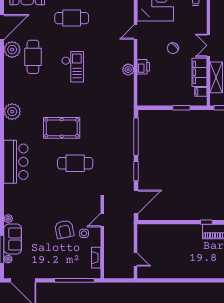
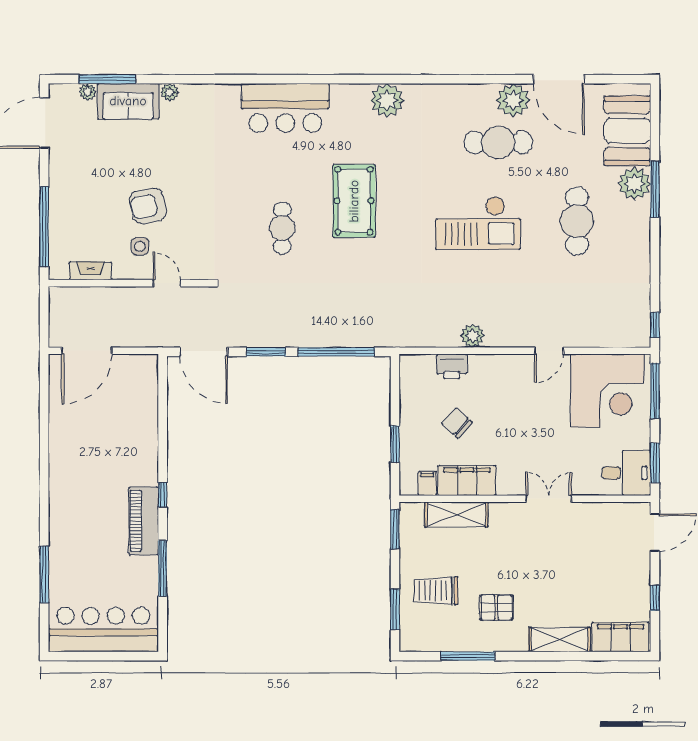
door: (136, 32) -> (549, 351), swing flipped
double door: (208, 45) -> (549, 499), moved
chair: (173, 48) -> (457, 423), moved
checkout: (73, 67) -> (478, 223), width x1.36, depth x1.21
printer: (143, 67) -> (452, 366), moved
cafe table: (75, 163) -> (282, 228), width x0.73, depth x0.74
door: (136, 259) -> (87, 351), width x1.88

